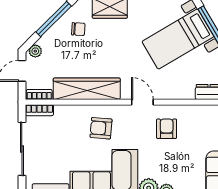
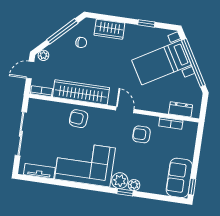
bookcase: (39, 110) -> (171, 123), moved
armchair: (101, 128) -> (79, 119), moved
armchair: (167, 129) -> (141, 134), turned -90

